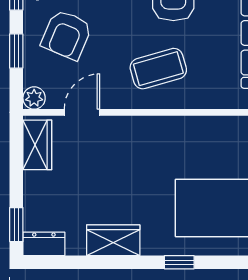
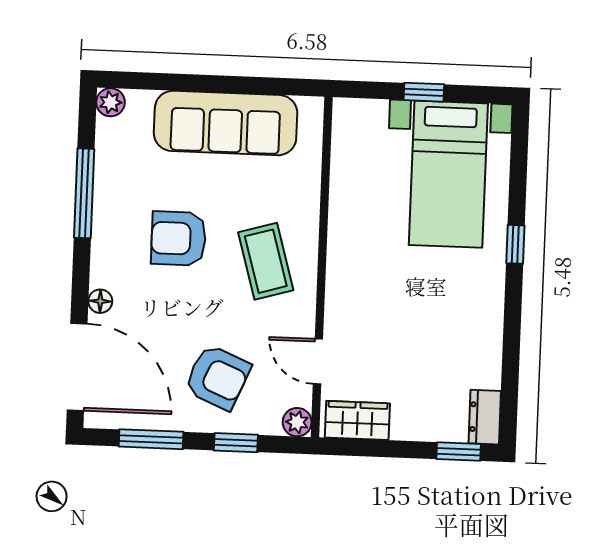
wardrobe: (113, 240) -> (484, 328), removed

